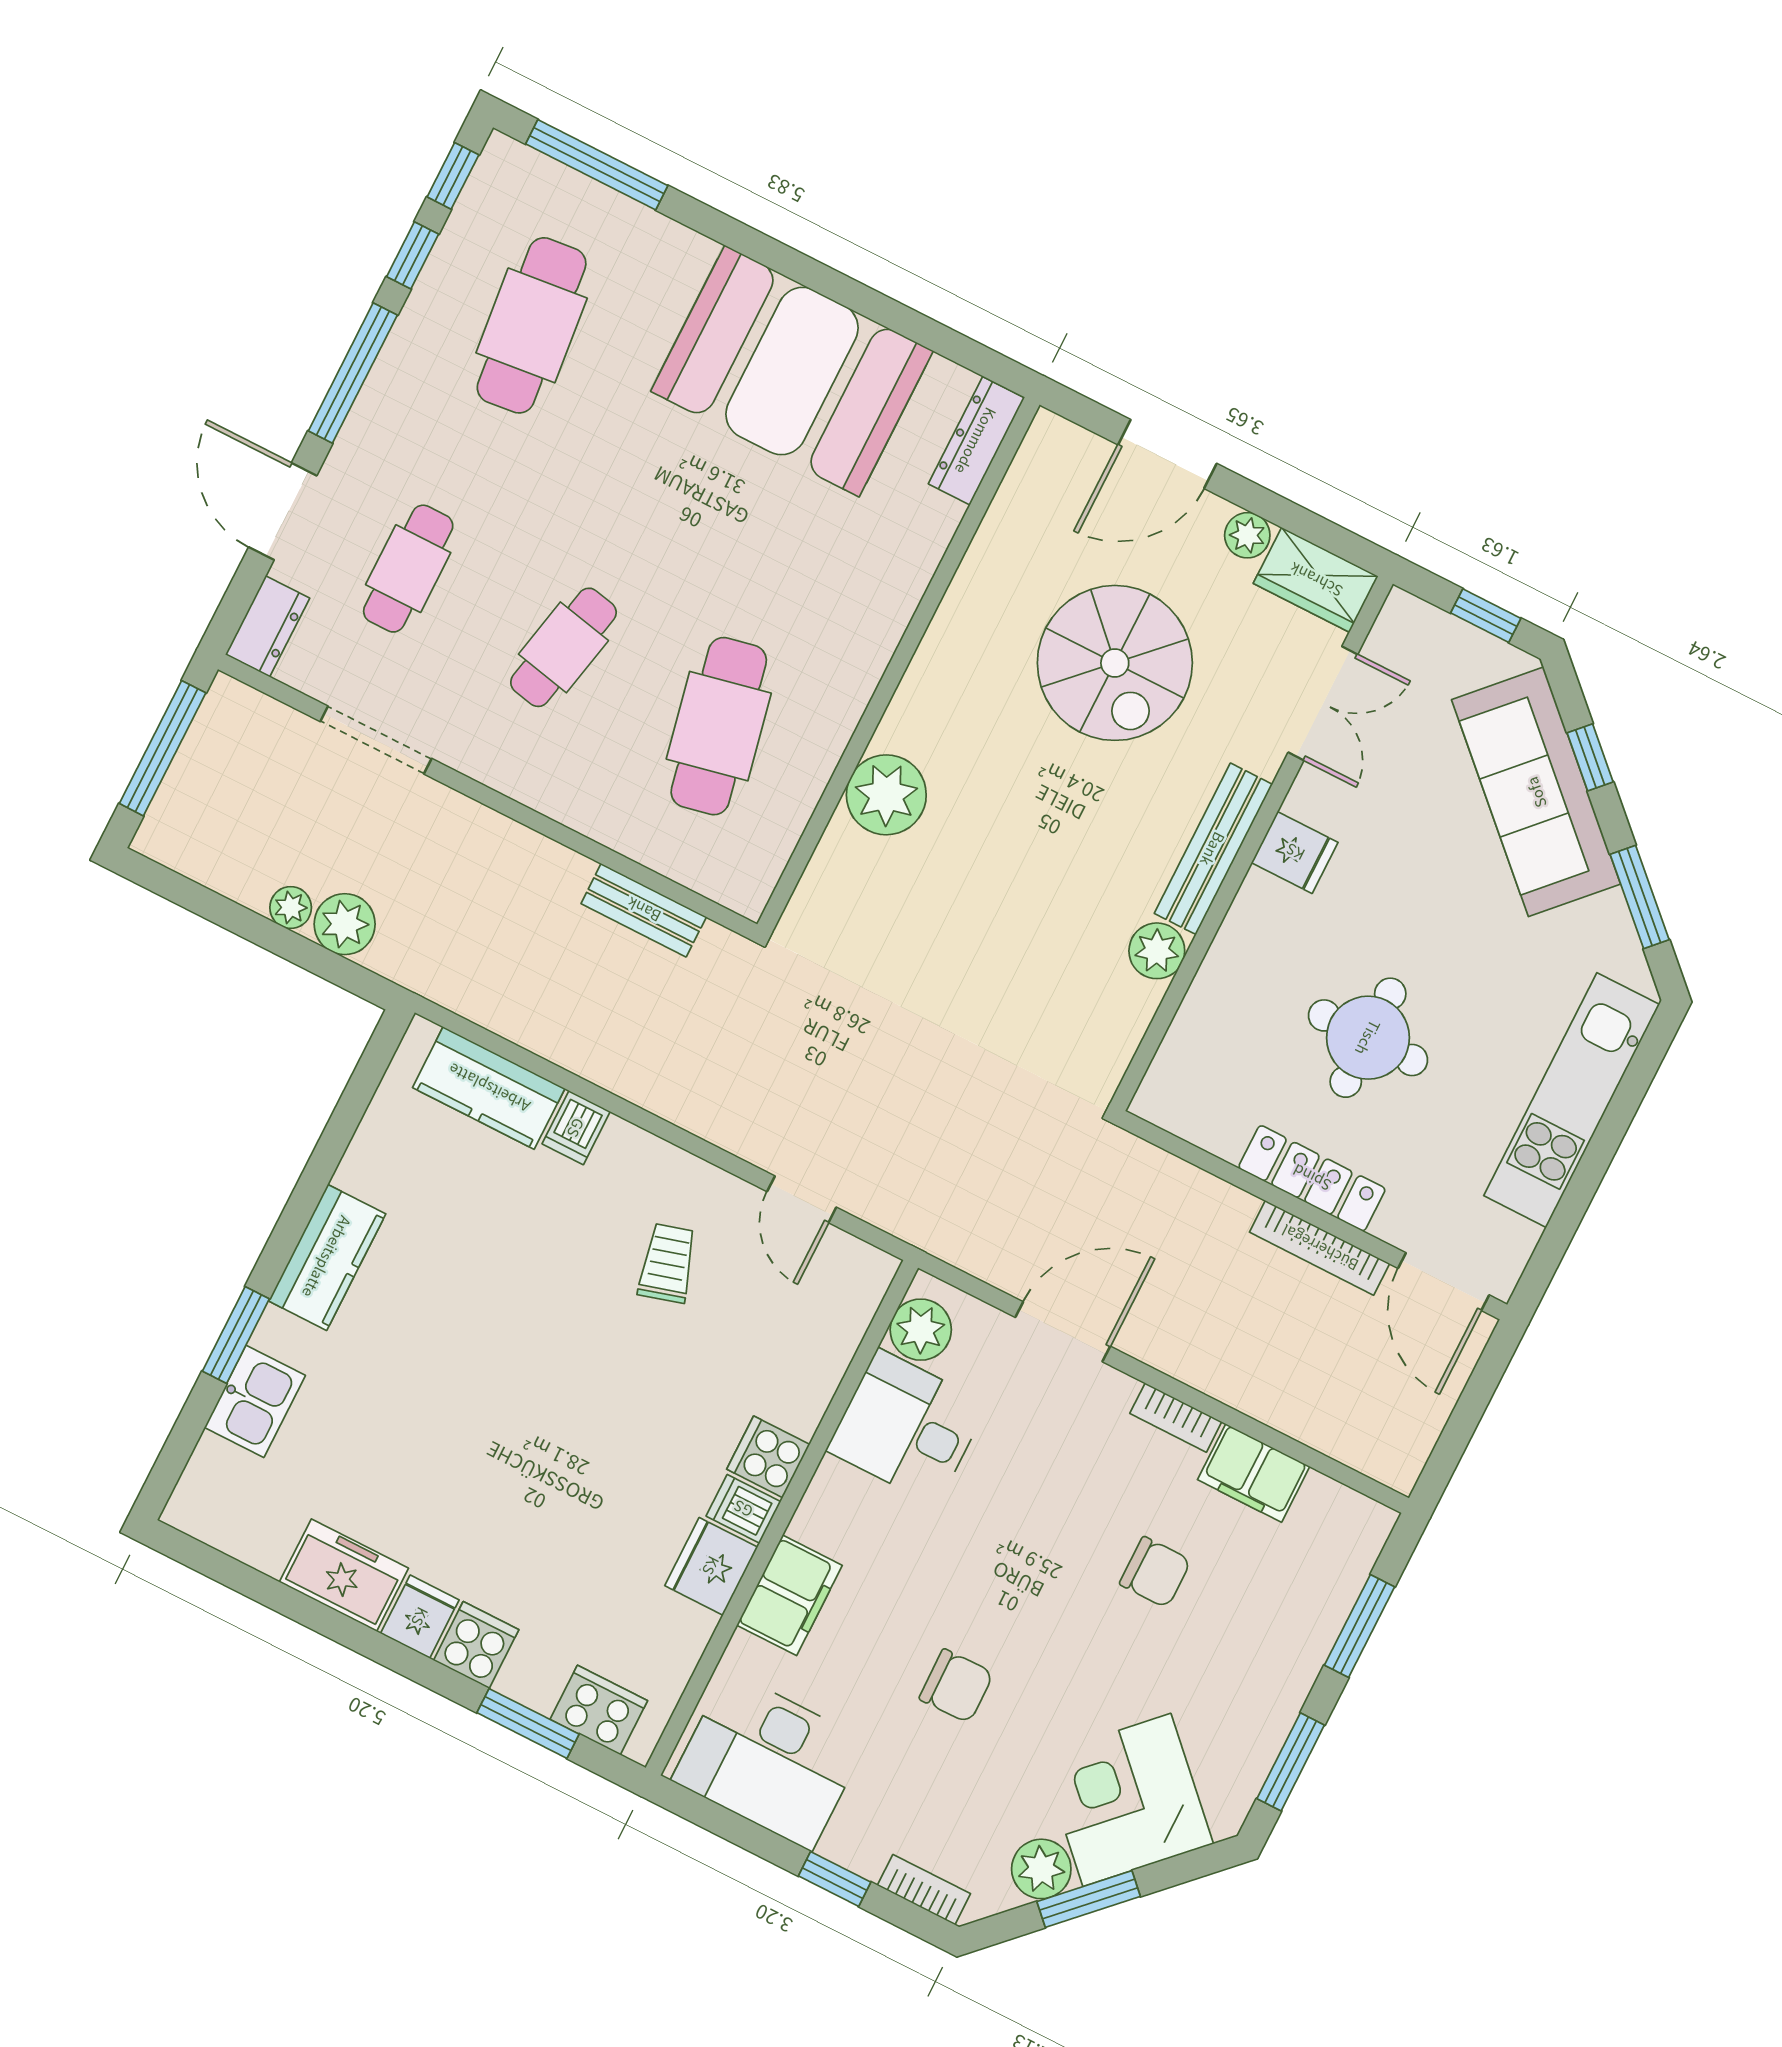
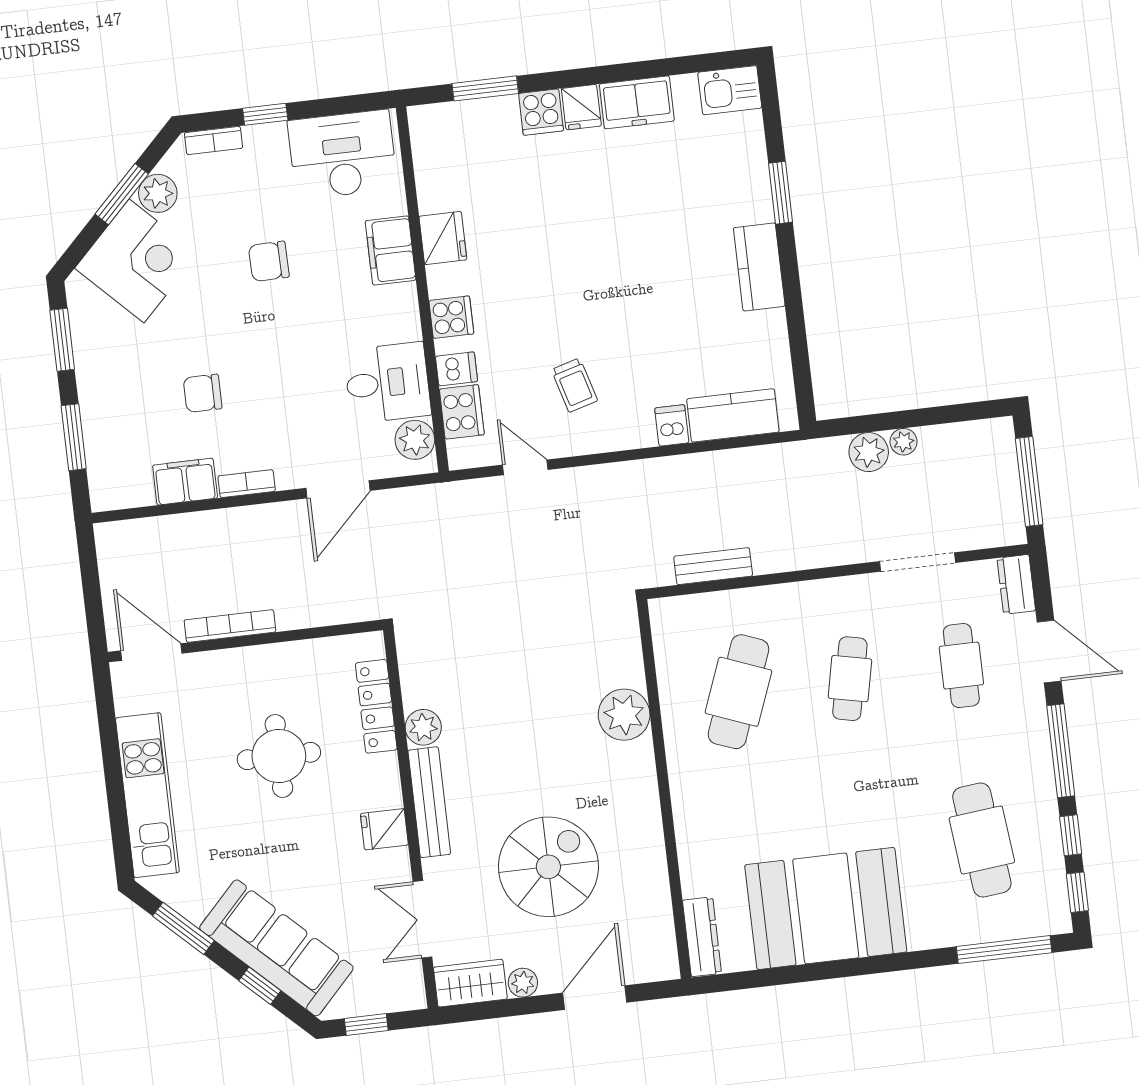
spiral stairs: (1115, 663) -> (548, 867), turned 90
cafe table: (719, 726) -> (738, 692), turned 33
locker: (1312, 1178) -> (376, 706), moved, turned 90
kitchen sink: (255, 1401) -> (730, 90), moved, turned -90
dishwasher: (743, 1509) -> (456, 369), moved
cooker: (599, 1710) -> (462, 412), moved, turned -90

